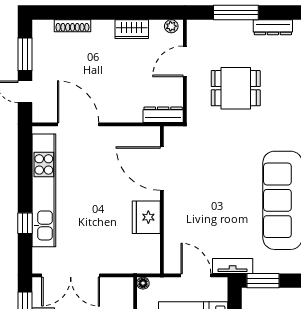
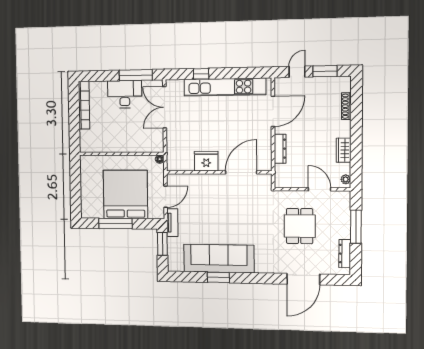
dresser: (163, 115) -> (280, 149), moved

